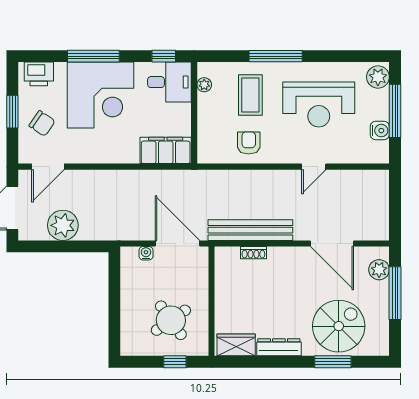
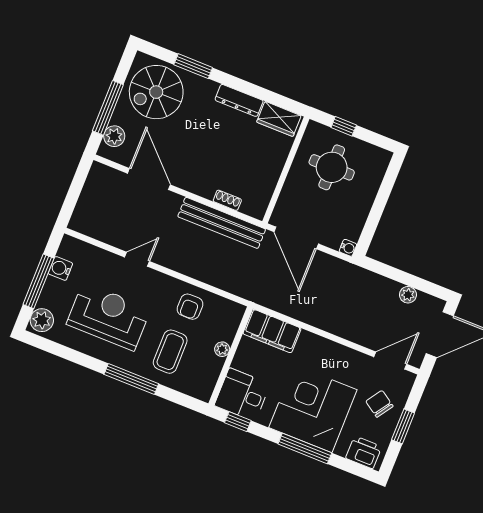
plant: (204, 85) -> (222, 349), moved
plant: (63, 225) -> (408, 295), width x0.53, depth x0.53
water cooler: (146, 253) -> (348, 248), moved, turned -90
round table: (171, 320) -> (332, 167), turned 35
spiral stairs: (339, 326) -> (156, 92), moved

